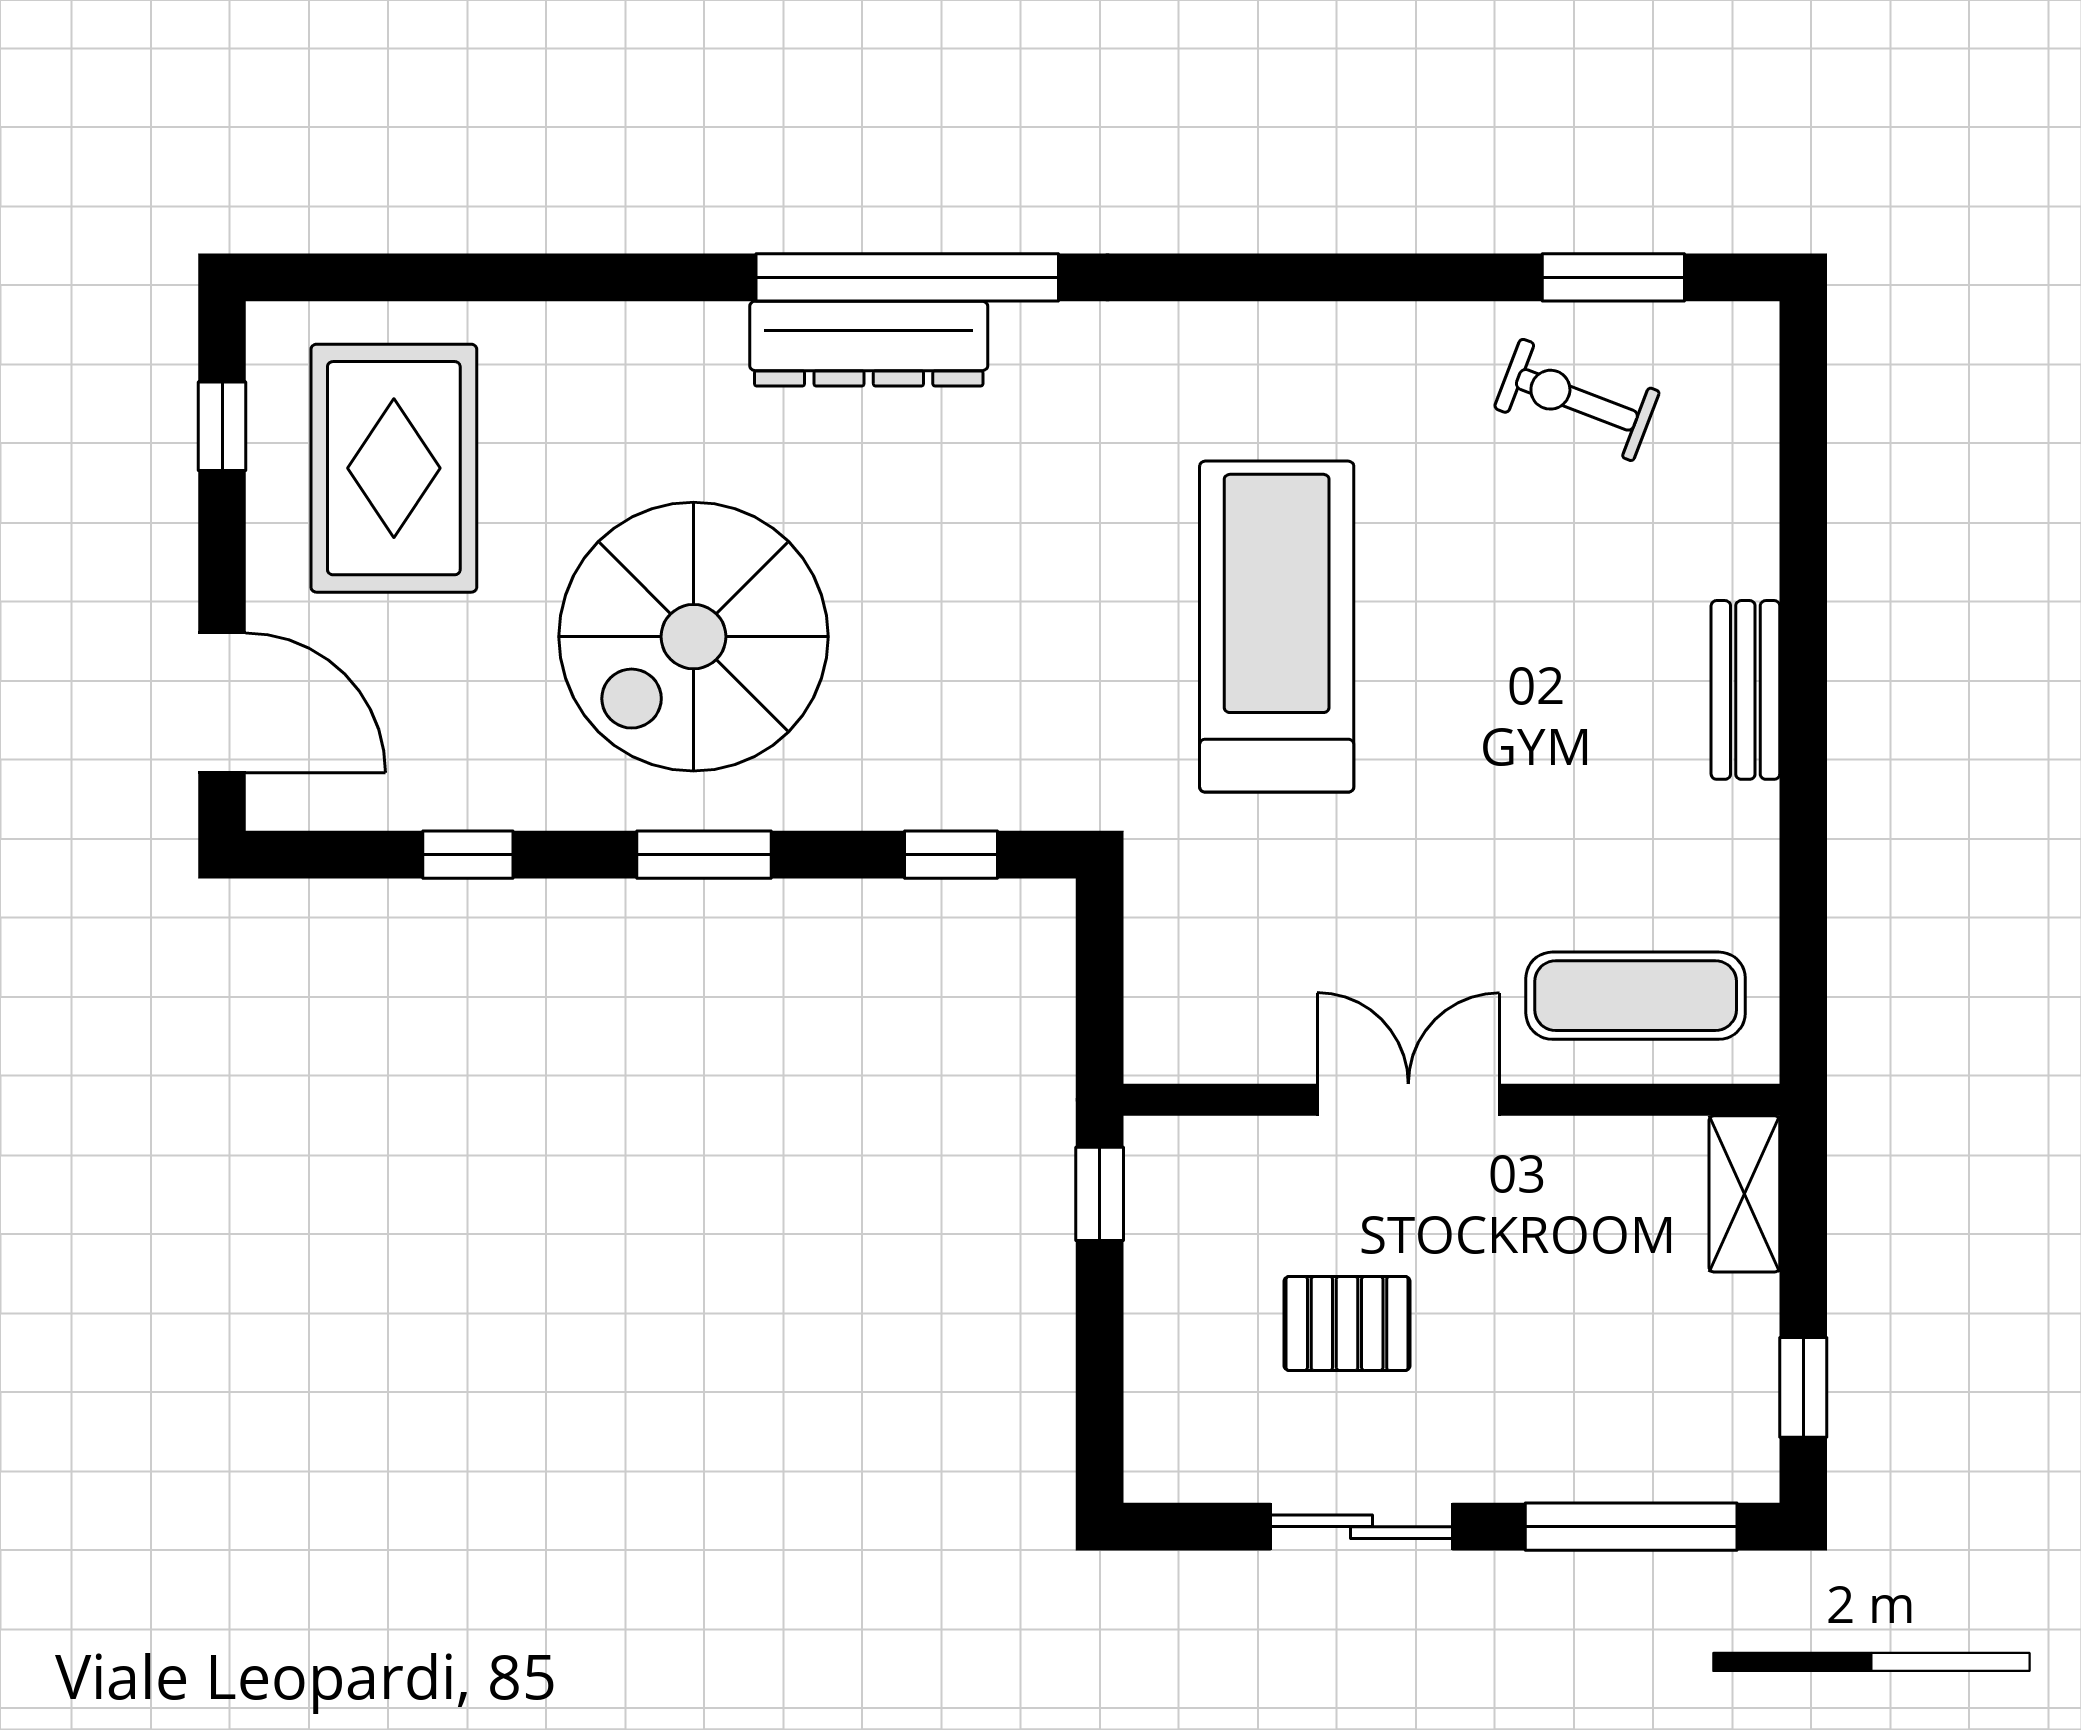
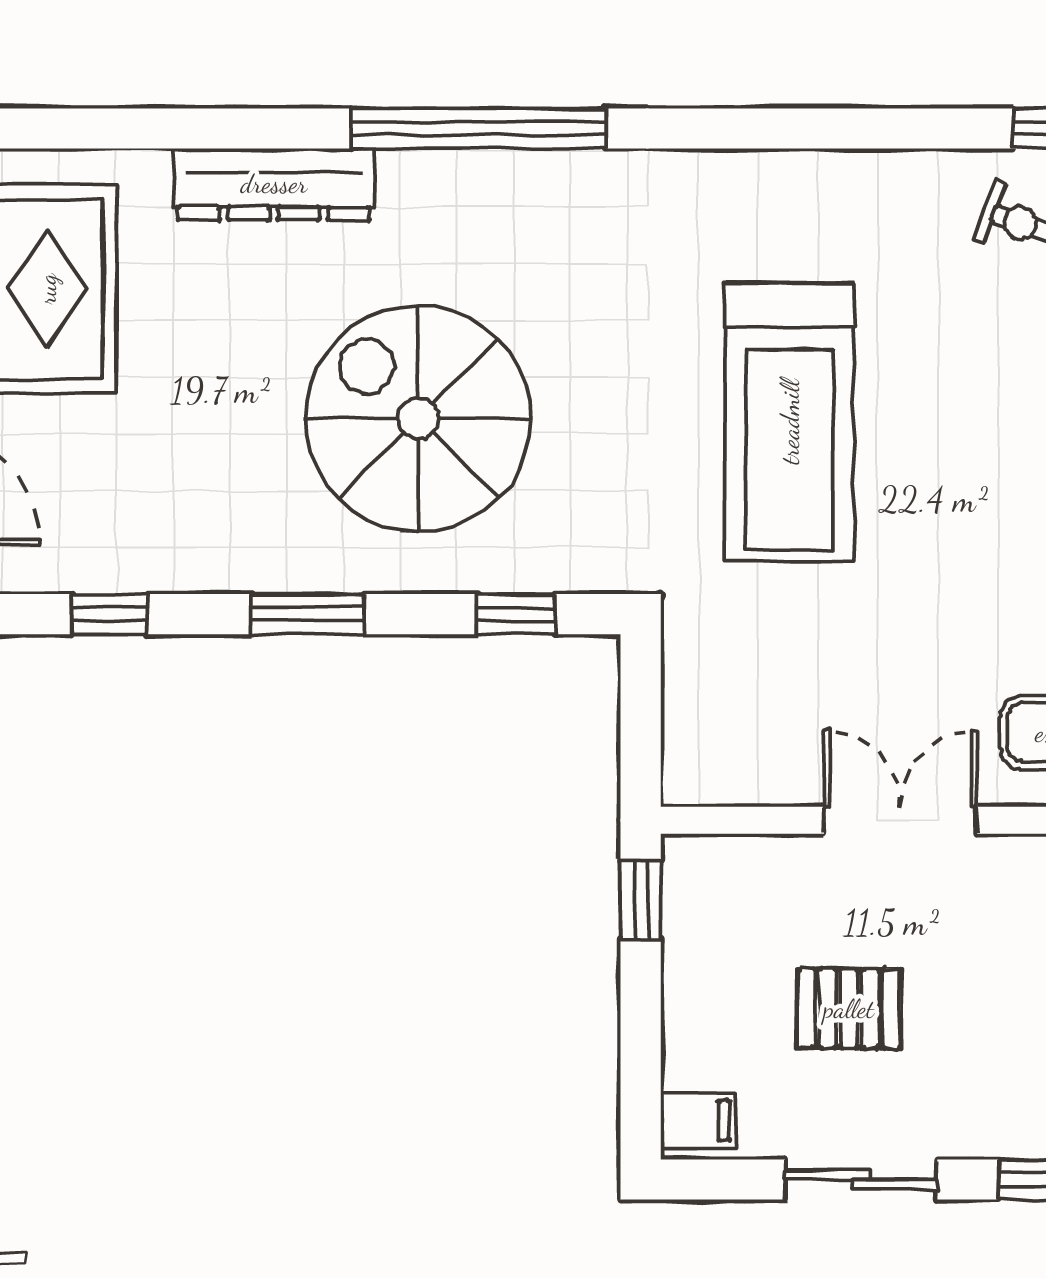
dresser: (869, 344) -> (274, 184), moved
treadmill: (1277, 627) -> (790, 422), turned 180
spiral stairs: (693, 637) -> (418, 418), moved, turned 90
filing cabinet: (1168, 1457) -> (698, 1121), added

